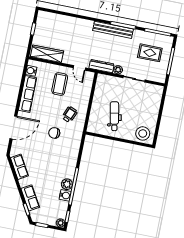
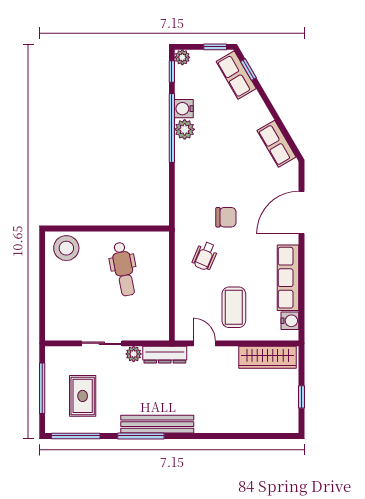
rug: (150, 53) -> (83, 396), turned 90
row of seats: (30, 198) -> (236, 75), moved

